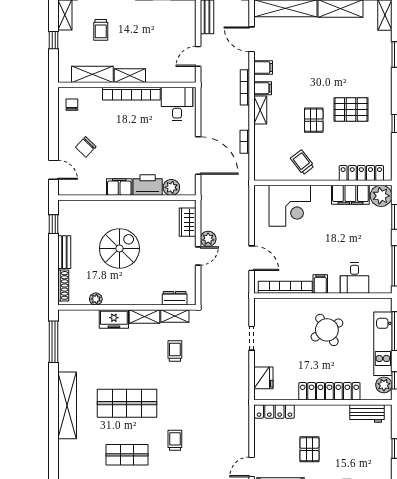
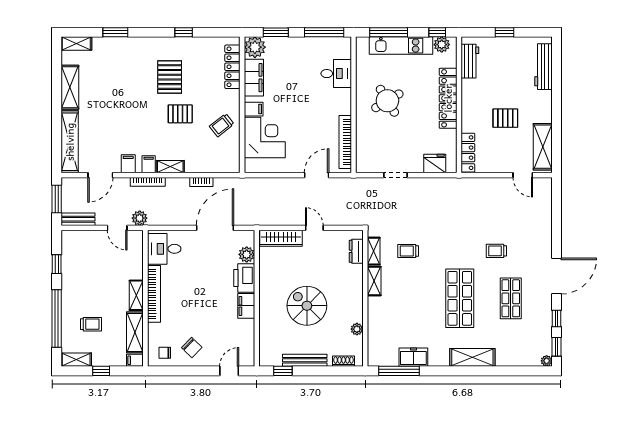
filing cabinet: (64, 74) -> (135, 360), added
chair: (86, 147) -> (192, 347), moved
wardrobe: (188, 222) -> (281, 238), width x1.50
plant: (208, 239) -> (140, 218), moved
bench: (64, 252) -> (305, 360), width x1.36
filing cabinet: (320, 284) -> (254, 109), moved, turned 180
shoe rack: (63, 285) -> (343, 361), width x0.70
freezer: (114, 319) -> (413, 357), moved, turned -90
shelving: (67, 405) -> (472, 357), width x0.68

